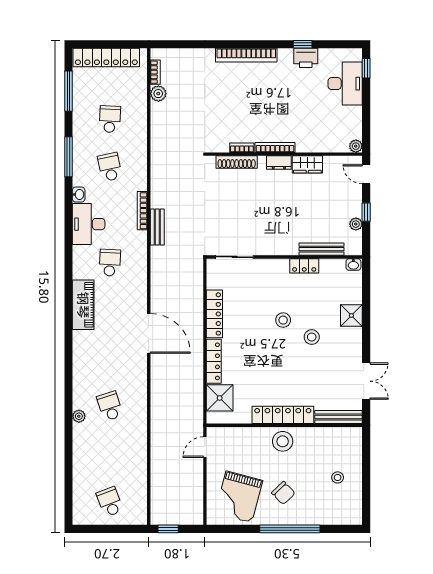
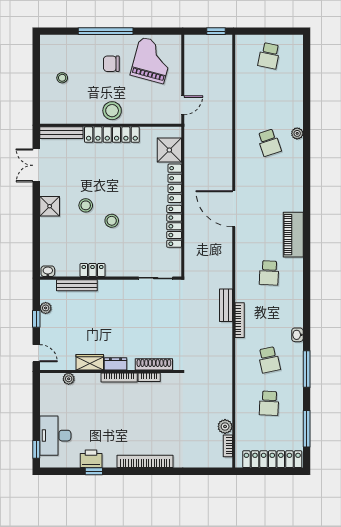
plant: (356, 146) -> (69, 379), moved
desk: (89, 224) -> (288, 308), removed
shower: (351, 315) -> (50, 206), moved
chair: (283, 493) -> (111, 64), turned -46
school desk: (110, 502) -> (269, 56), turned 33

